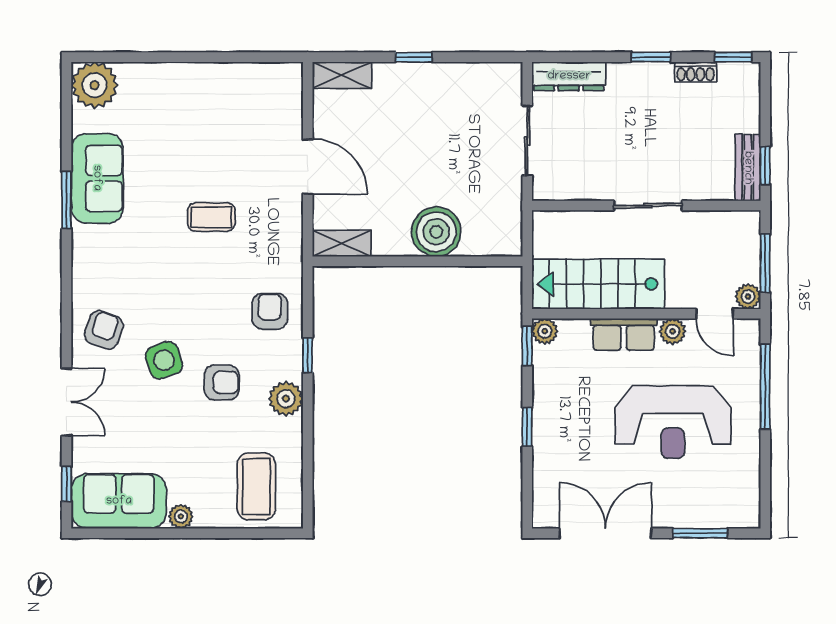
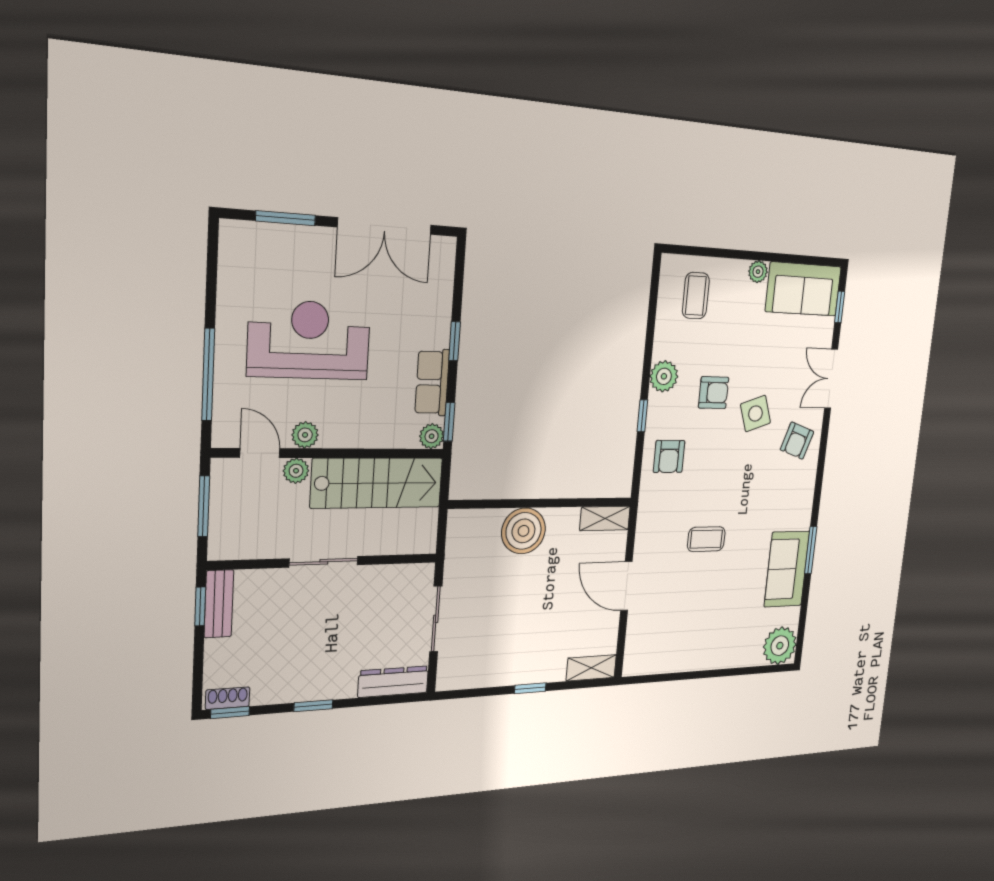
shoe rack: (696, 72) -> (228, 698), moved
plant: (748, 297) -> (296, 471), moved
row of seats: (624, 334) -> (432, 382), moved, turned -90
armchair: (222, 382) -> (714, 393), turned 180
coffee table: (256, 486) -> (696, 296), width x0.73, depth x0.77

